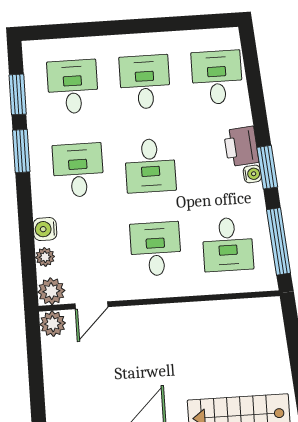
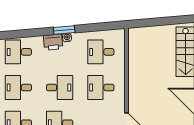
window: (279, 241) -> (101, 27), removed
desk: (228, 244) -> (101, 52), turned 180

